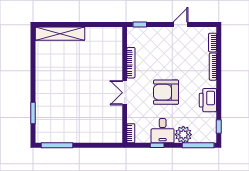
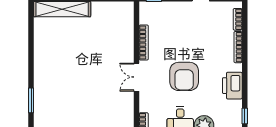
armchair: (166, 92) -> (184, 76), turned -90

